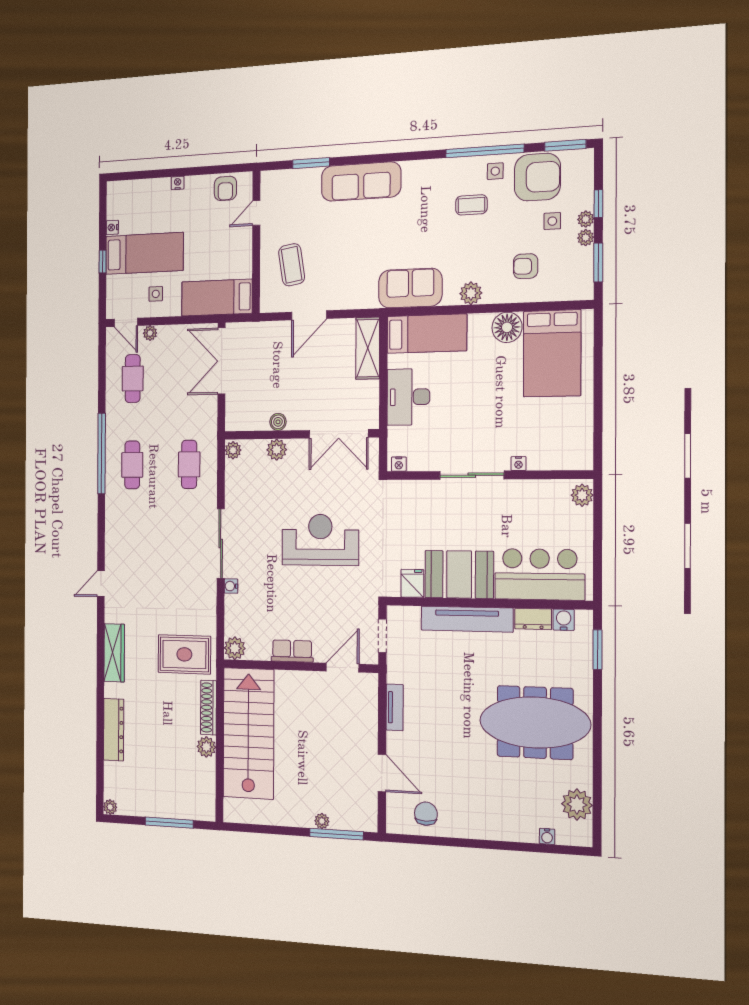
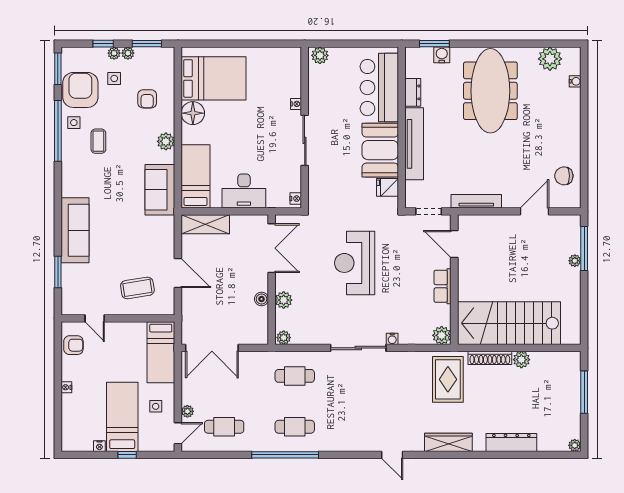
water cooler: (564, 620) -> (442, 55), moved, turned 90
tv unit: (395, 707) -> (476, 201), width x1.41

